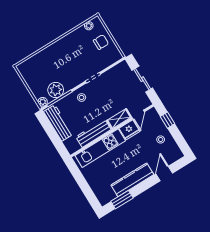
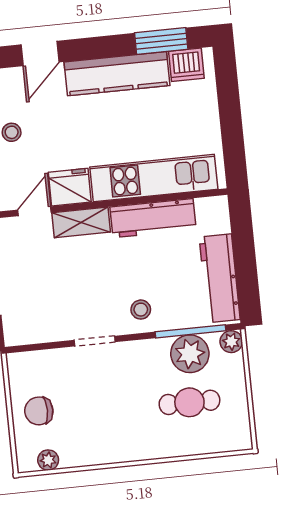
cafe table: (47, 72) -> (189, 402), added
dishwasher: (108, 195) -> (186, 65), added

